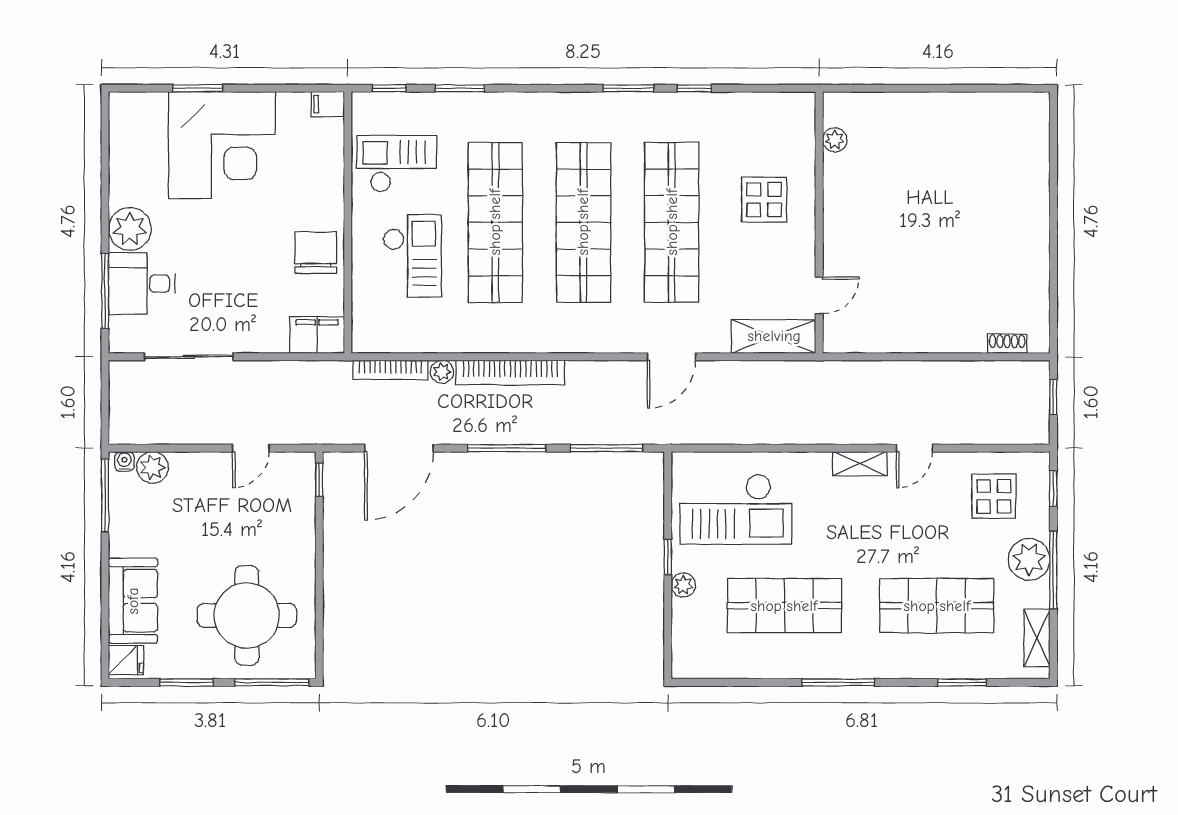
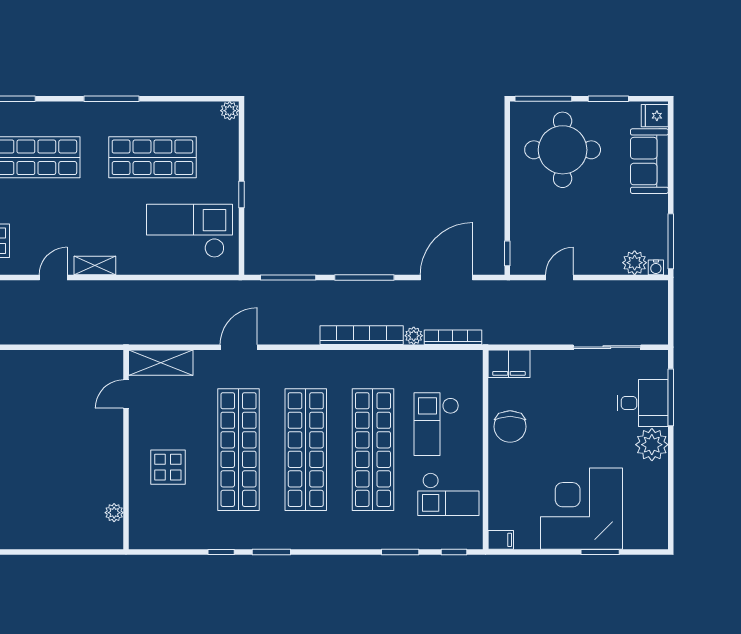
plant: (683, 585) -> (230, 111), moved

